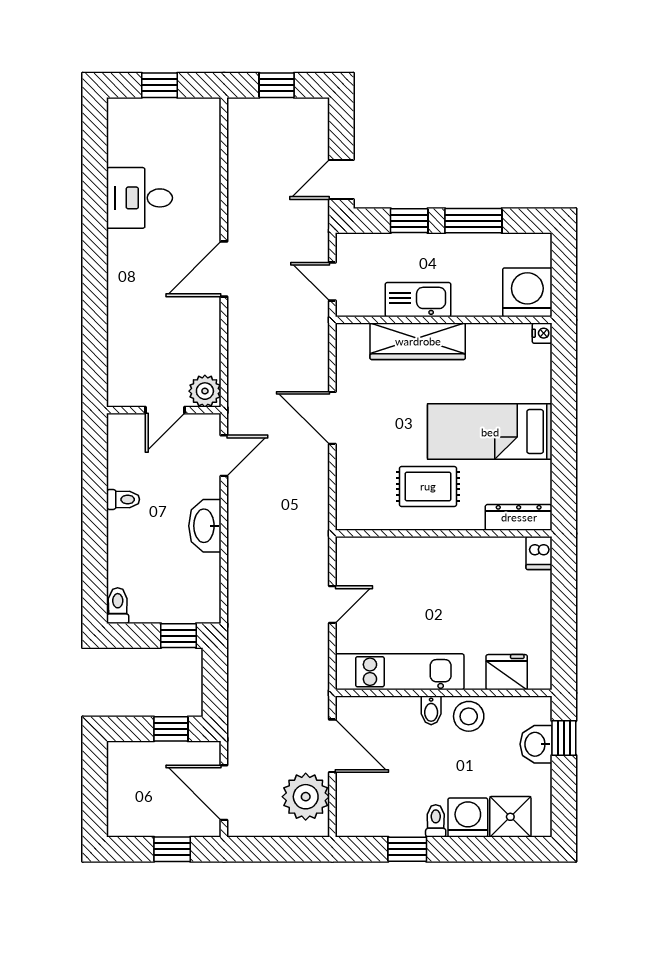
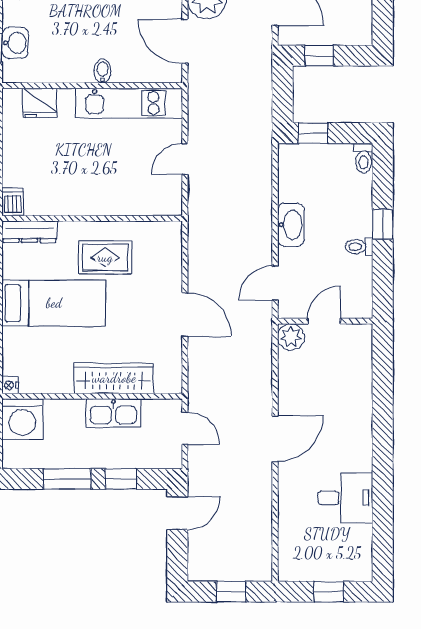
window: (95, 526) -> (383, 224), added
stool: (469, 716) -> (71, 66), removed

